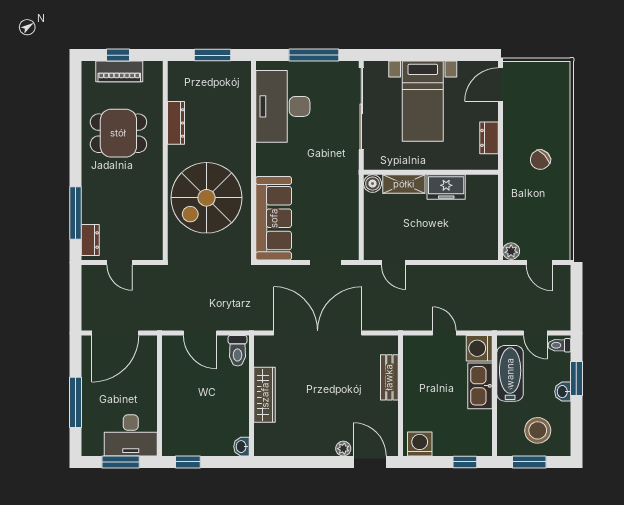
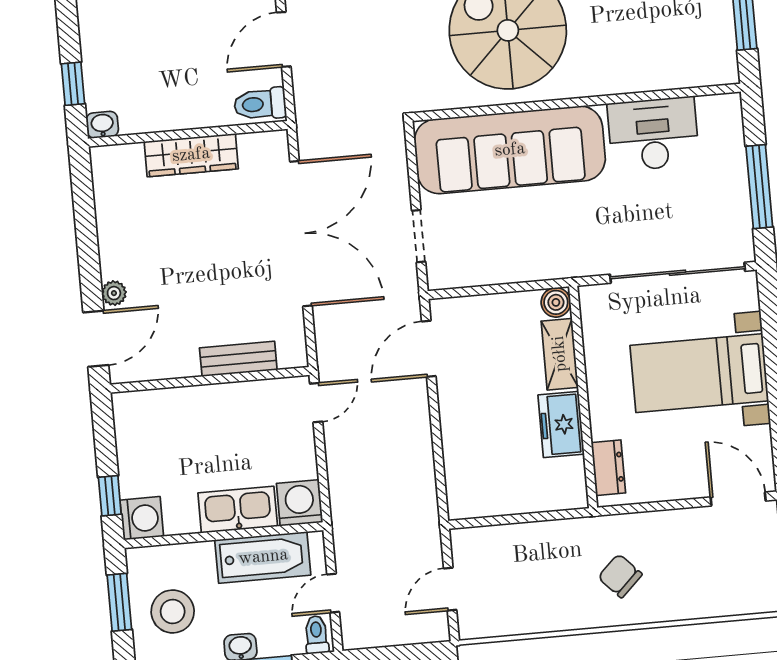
desk: (283, 106) -> (653, 134), width x0.73, depth x0.77
dresser: (489, 138) -> (608, 468), moved, turned 90
sofa: (274, 218) -> (510, 150), width x1.36, depth x1.27
plant: (511, 251) -> (465, 541), removed
door: (394, 262) -> (429, 349), width x1.38
door: (444, 333) -> (316, 403), moved
washing machine: (420, 444) -> (142, 518), moved
window: (188, 462) -> (73, 84), moved

